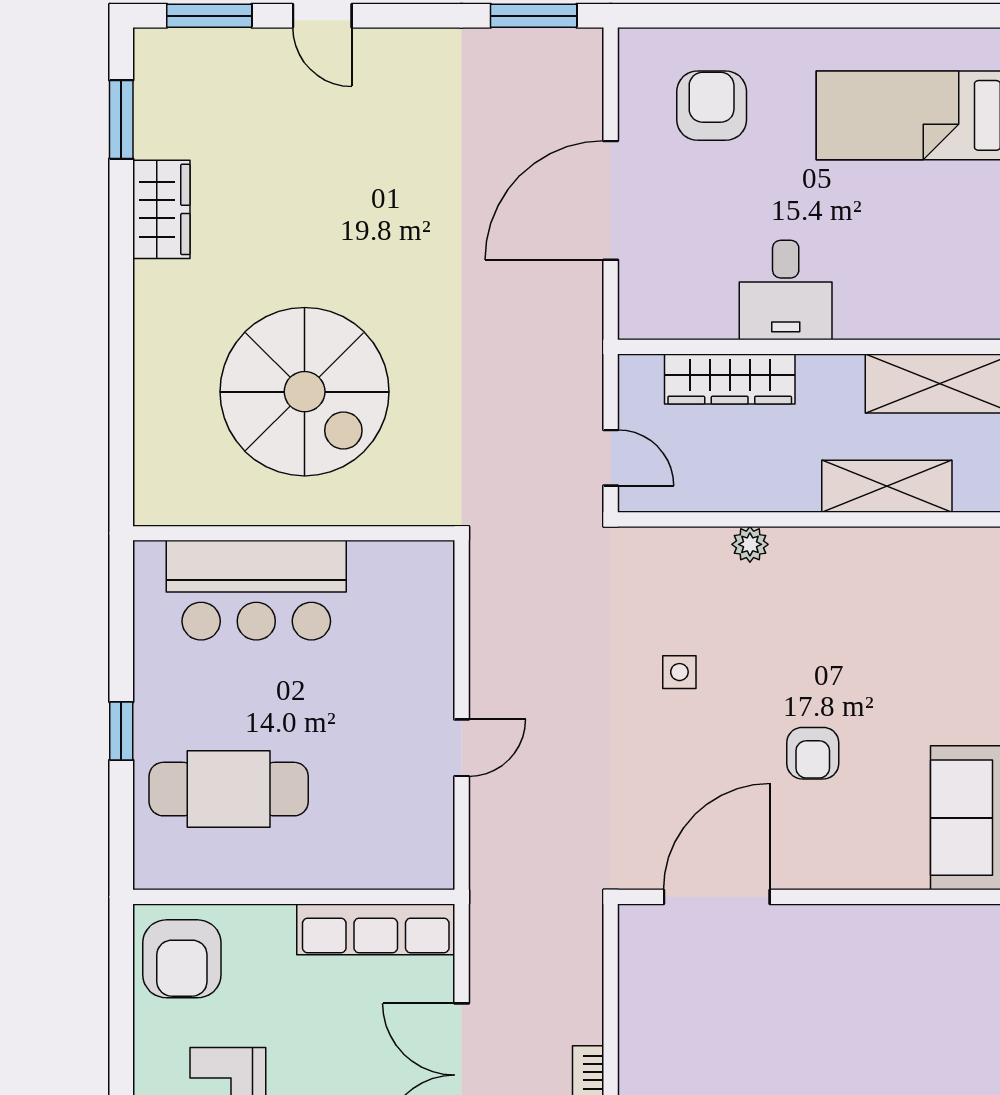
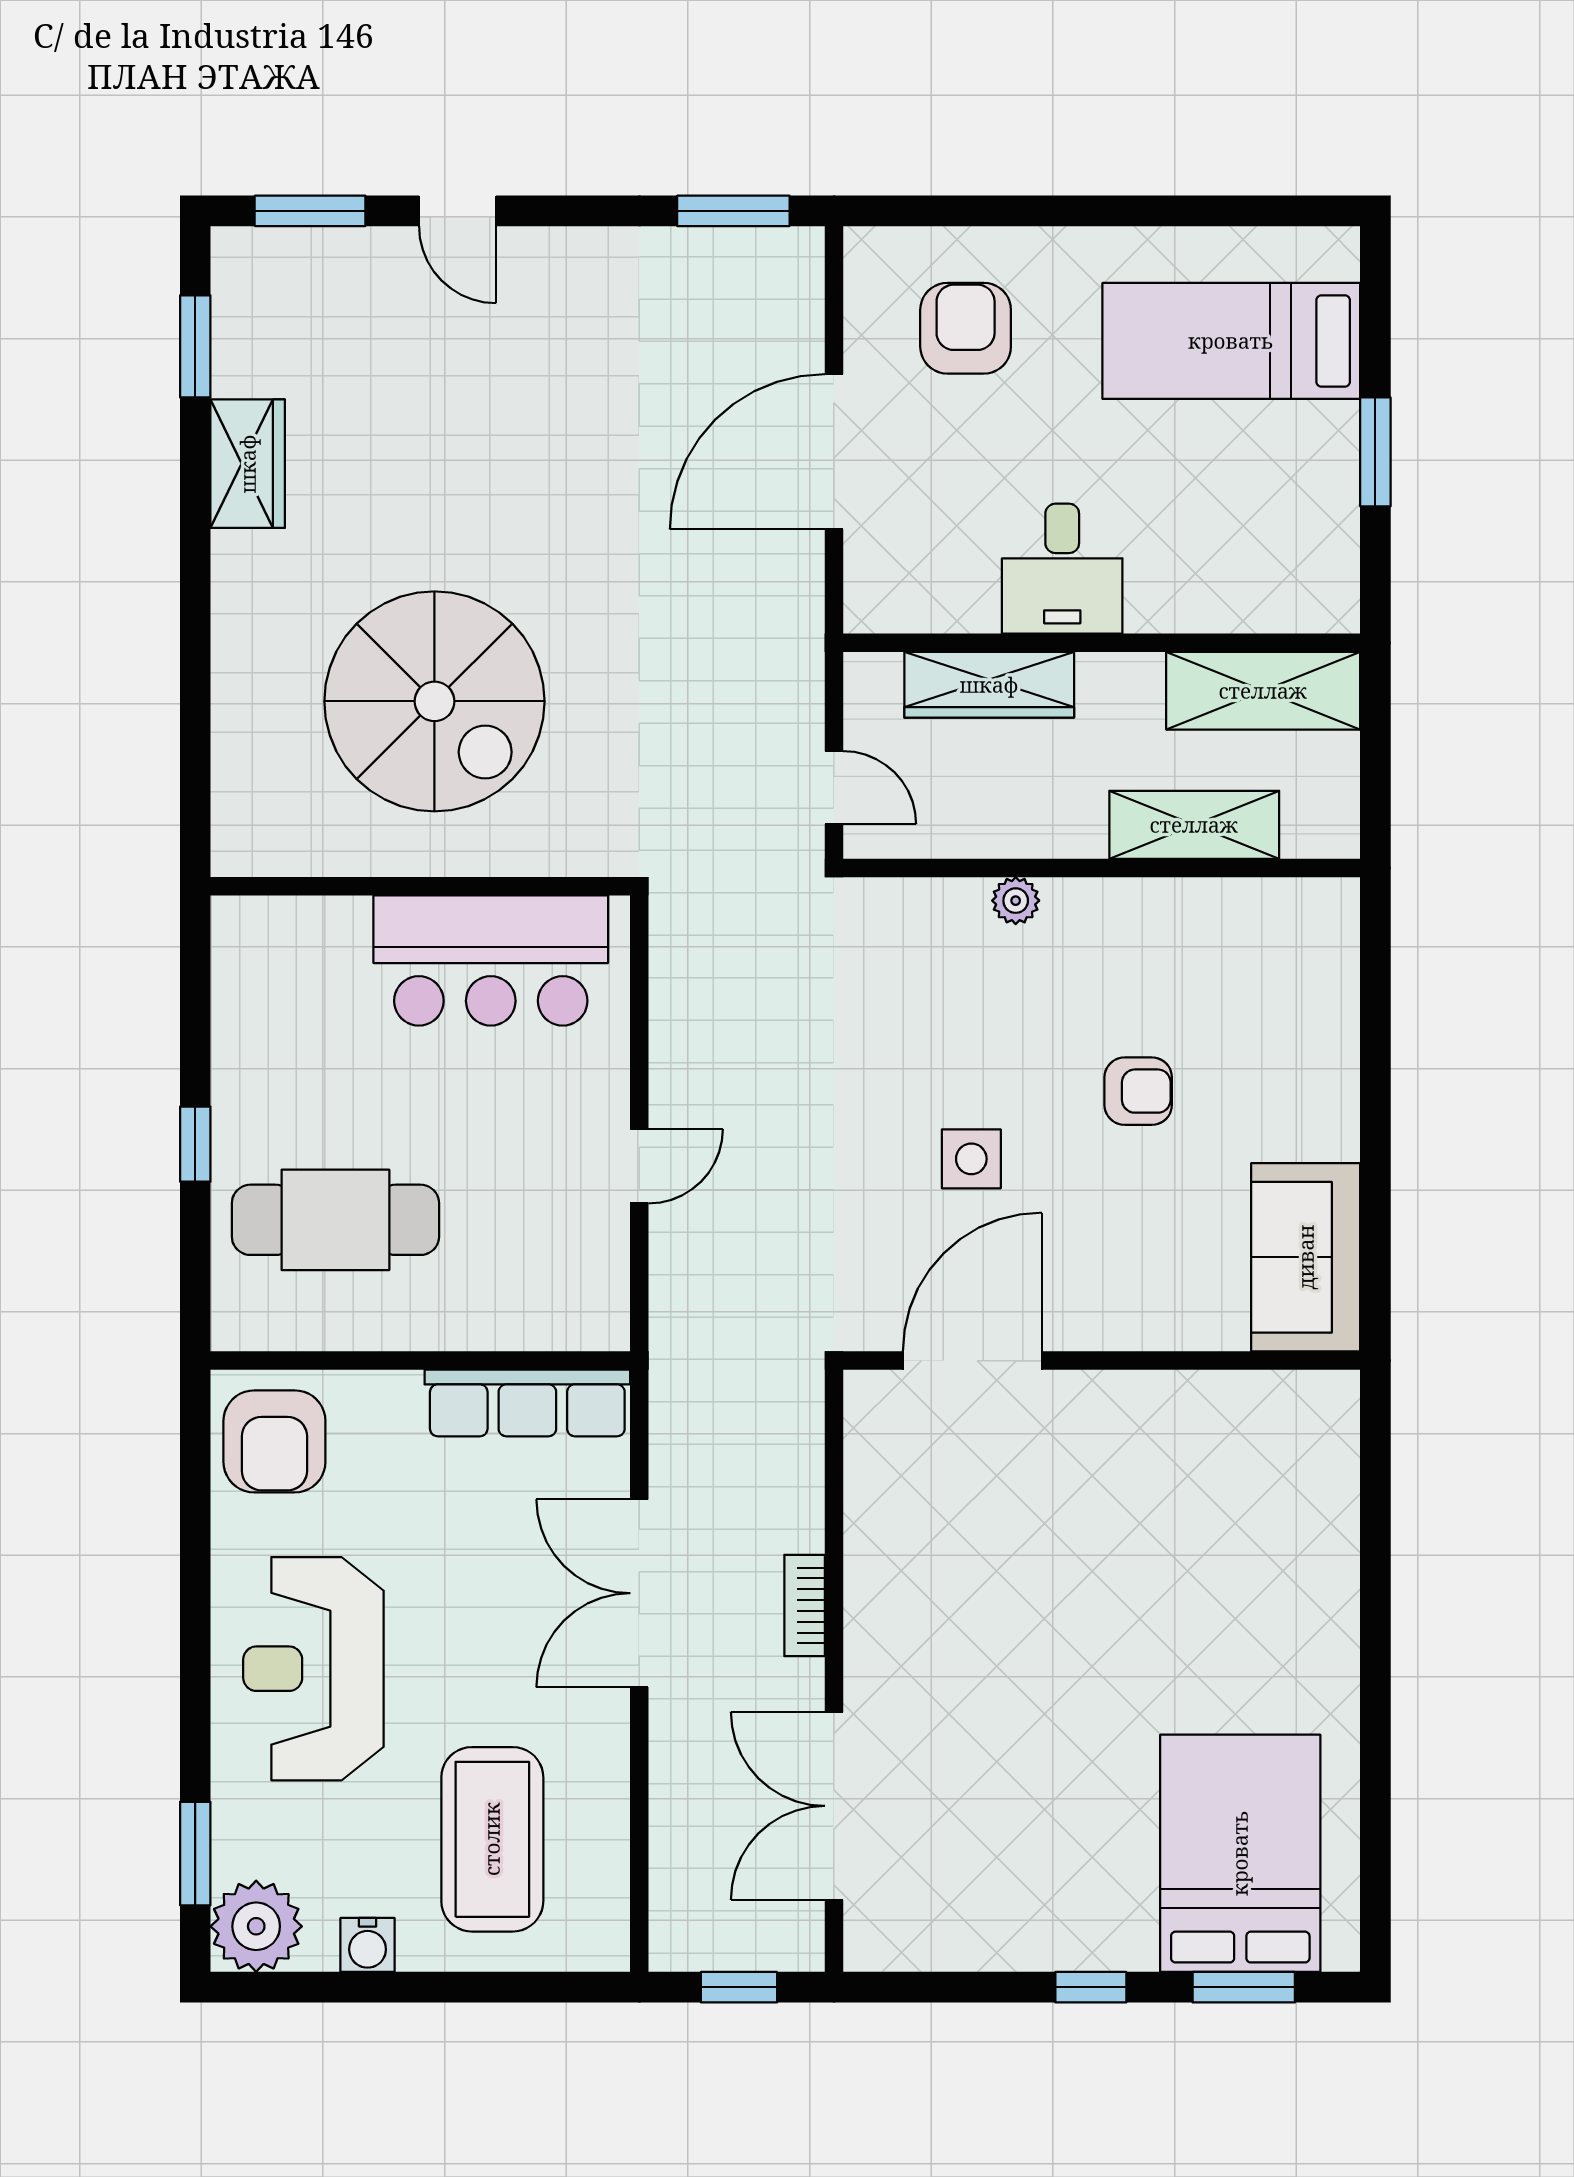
bar counter: (256, 590) -> (491, 960), moved
side table: (679, 672) -> (971, 1159), moved, width x1.37, depth x1.37
armchair: (813, 753) -> (1138, 1091), moved, turned -90

